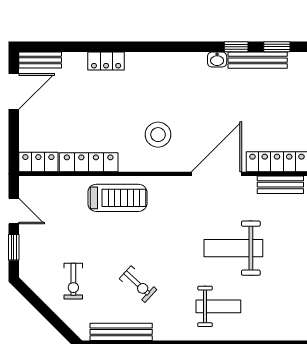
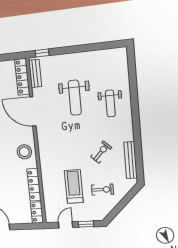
stool: (158, 135) -> (24, 152), moved
treadmill: (117, 198) -> (74, 186), moved
weight bench: (218, 306) -> (110, 103), turned 180

